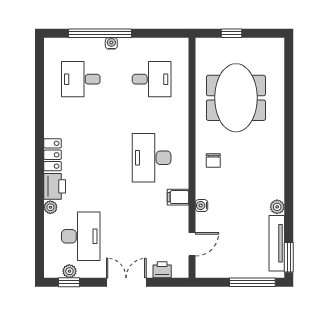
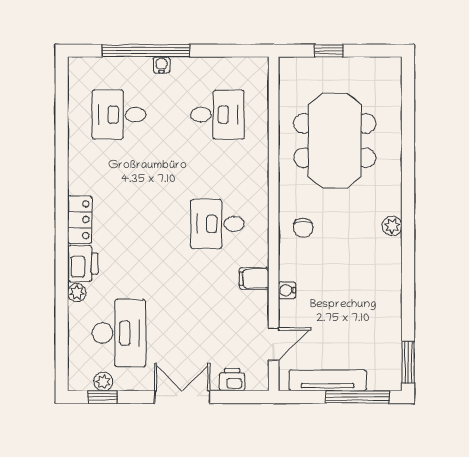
desk: (152, 158) -> (218, 224), width x0.73
plant: (277, 207) -> (392, 226), moved
tv unit: (277, 243) -> (328, 381), moved, turned 90

